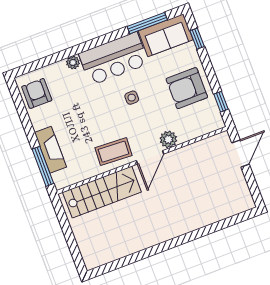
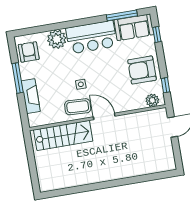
plant: (73, 63) -> (57, 39), width x1.88, depth x1.88
side table: (132, 98) -> (81, 84), moved
plant: (168, 139) -> (152, 100), moved
door: (150, 157) -> (104, 116), swing flipped
window: (43, 166) -> (18, 78), moved

